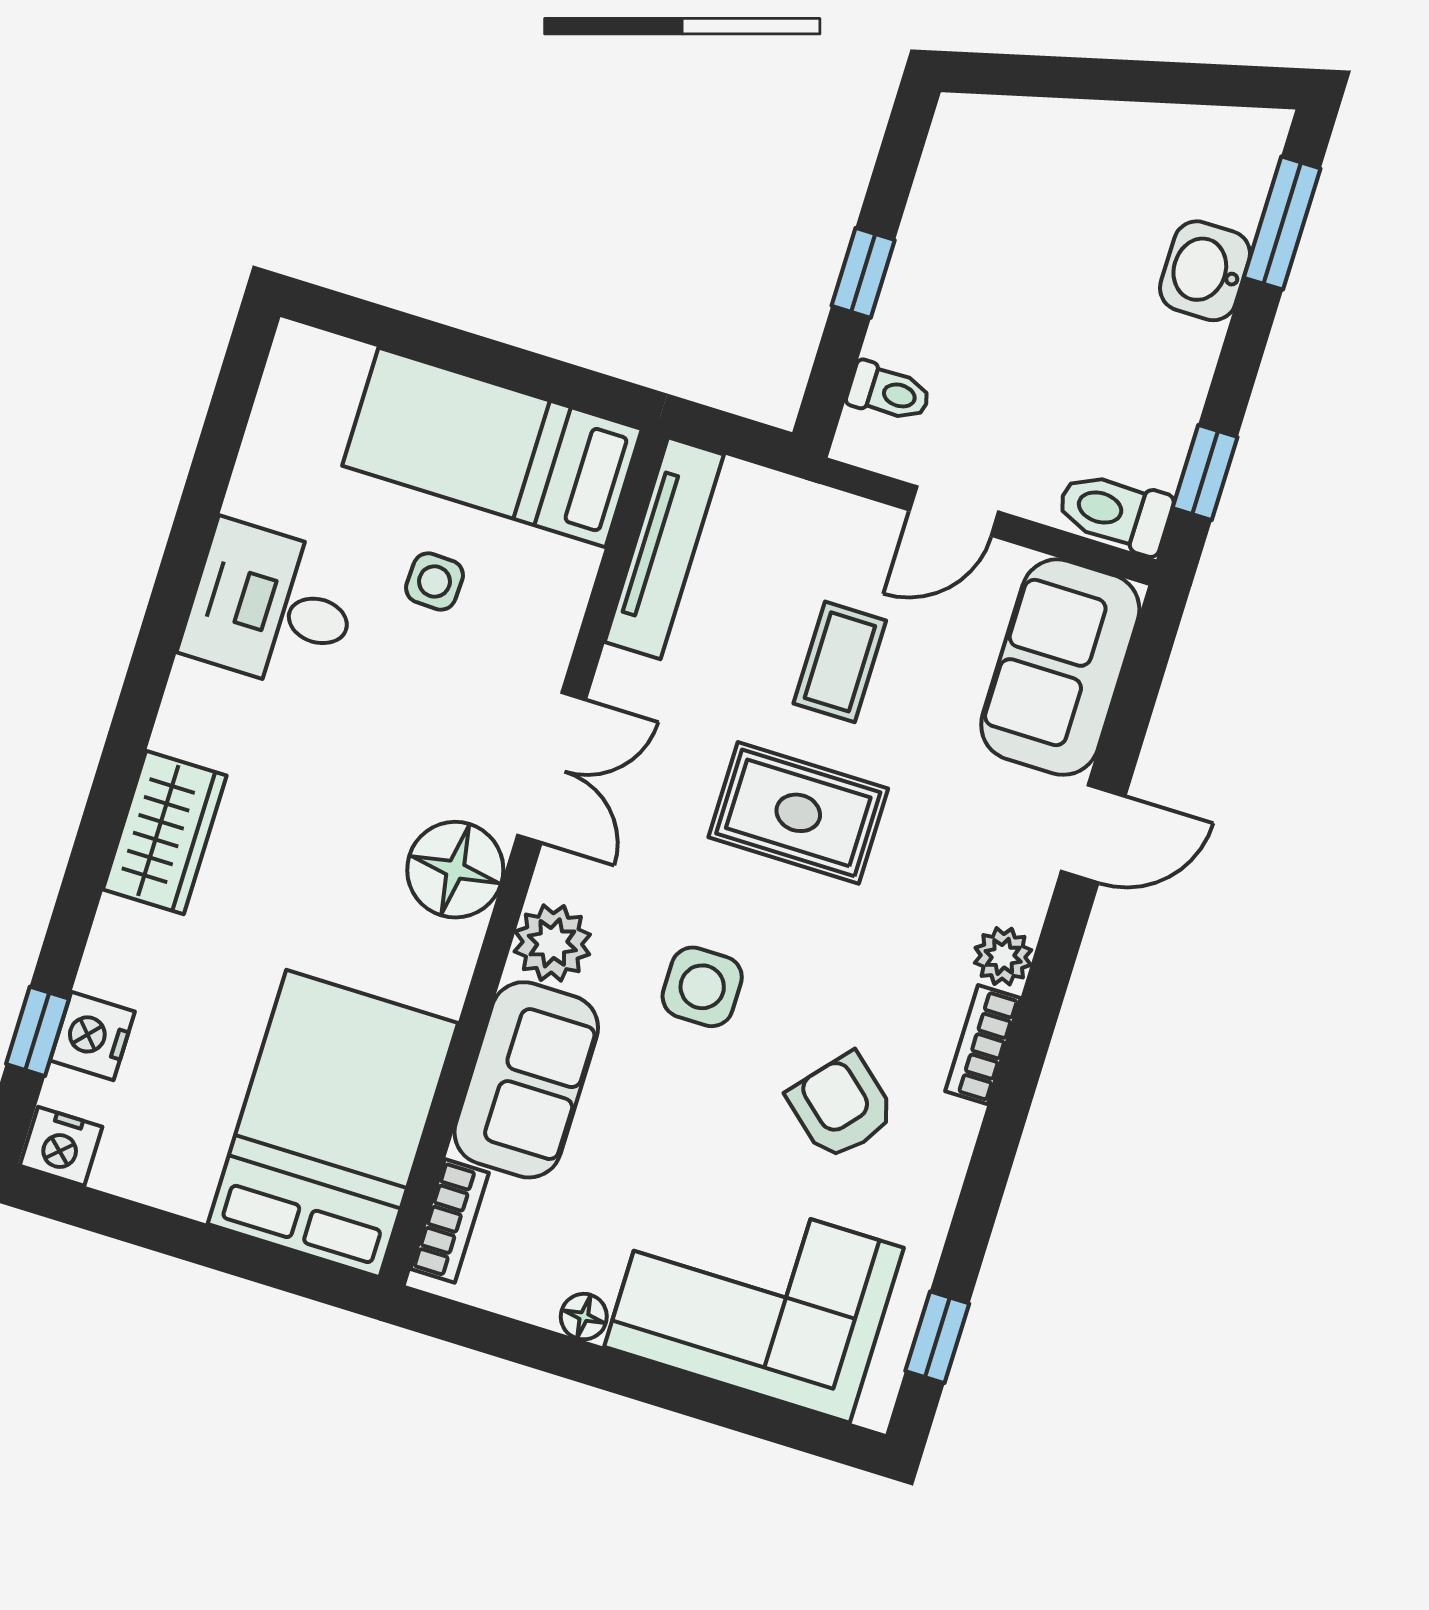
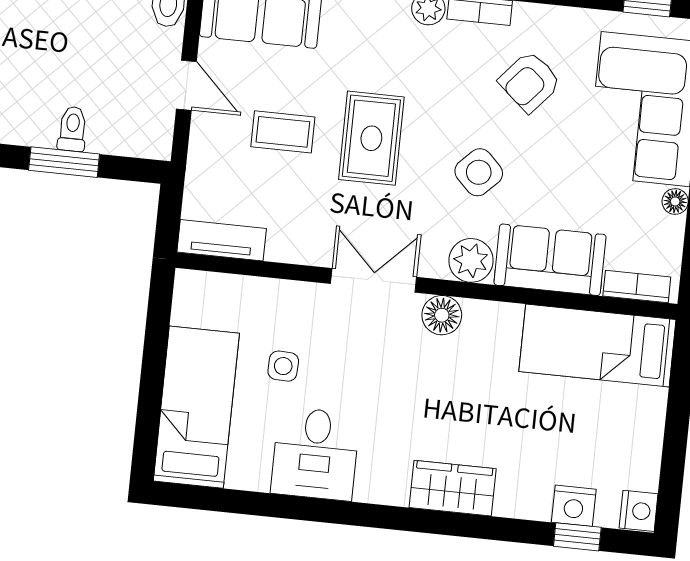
window: (863, 273) -> (64, 162), width x1.50
toilet: (889, 392) -> (72, 129), moved
bed: (492, 447) -> (196, 407), moved, turned 180
tv unit: (664, 548) -> (222, 240), width x0.71
floor lamp: (455, 870) -> (442, 315), width x0.73, depth x0.73
side table: (702, 987) -> (479, 172), turned 45
bed: (333, 1123) -> (597, 346), width x0.67

